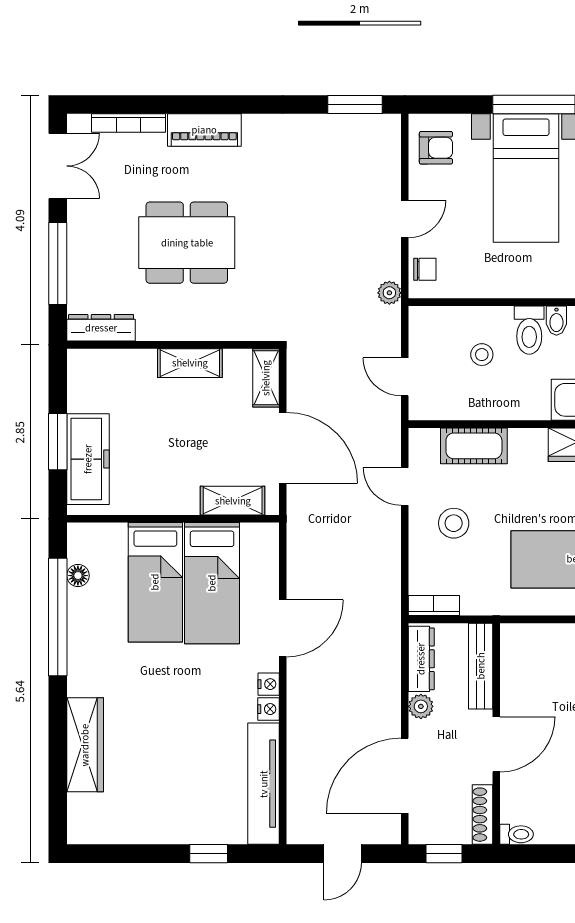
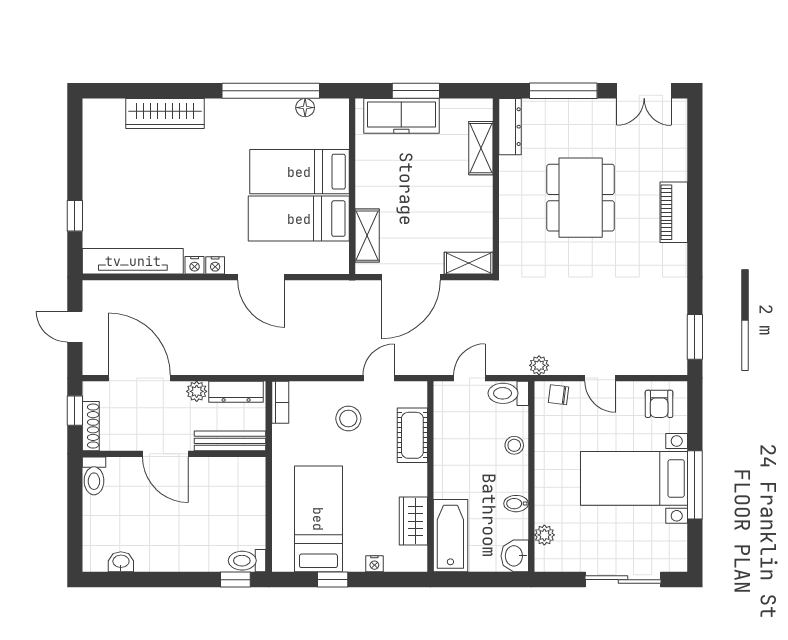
bookcase: (128, 123) -> (680, 149), removed
chair: (425, 269) -> (559, 395), turned 97
toilet: (529, 330) -> (508, 393), moved
stool: (482, 355) -> (514, 445), moved
shelving: (190, 363) -> (481, 148), moved
shoe rack: (482, 815) -> (91, 426), moved, turned 90
toilet: (517, 834) -> (94, 476), width x1.37, depth x1.39

